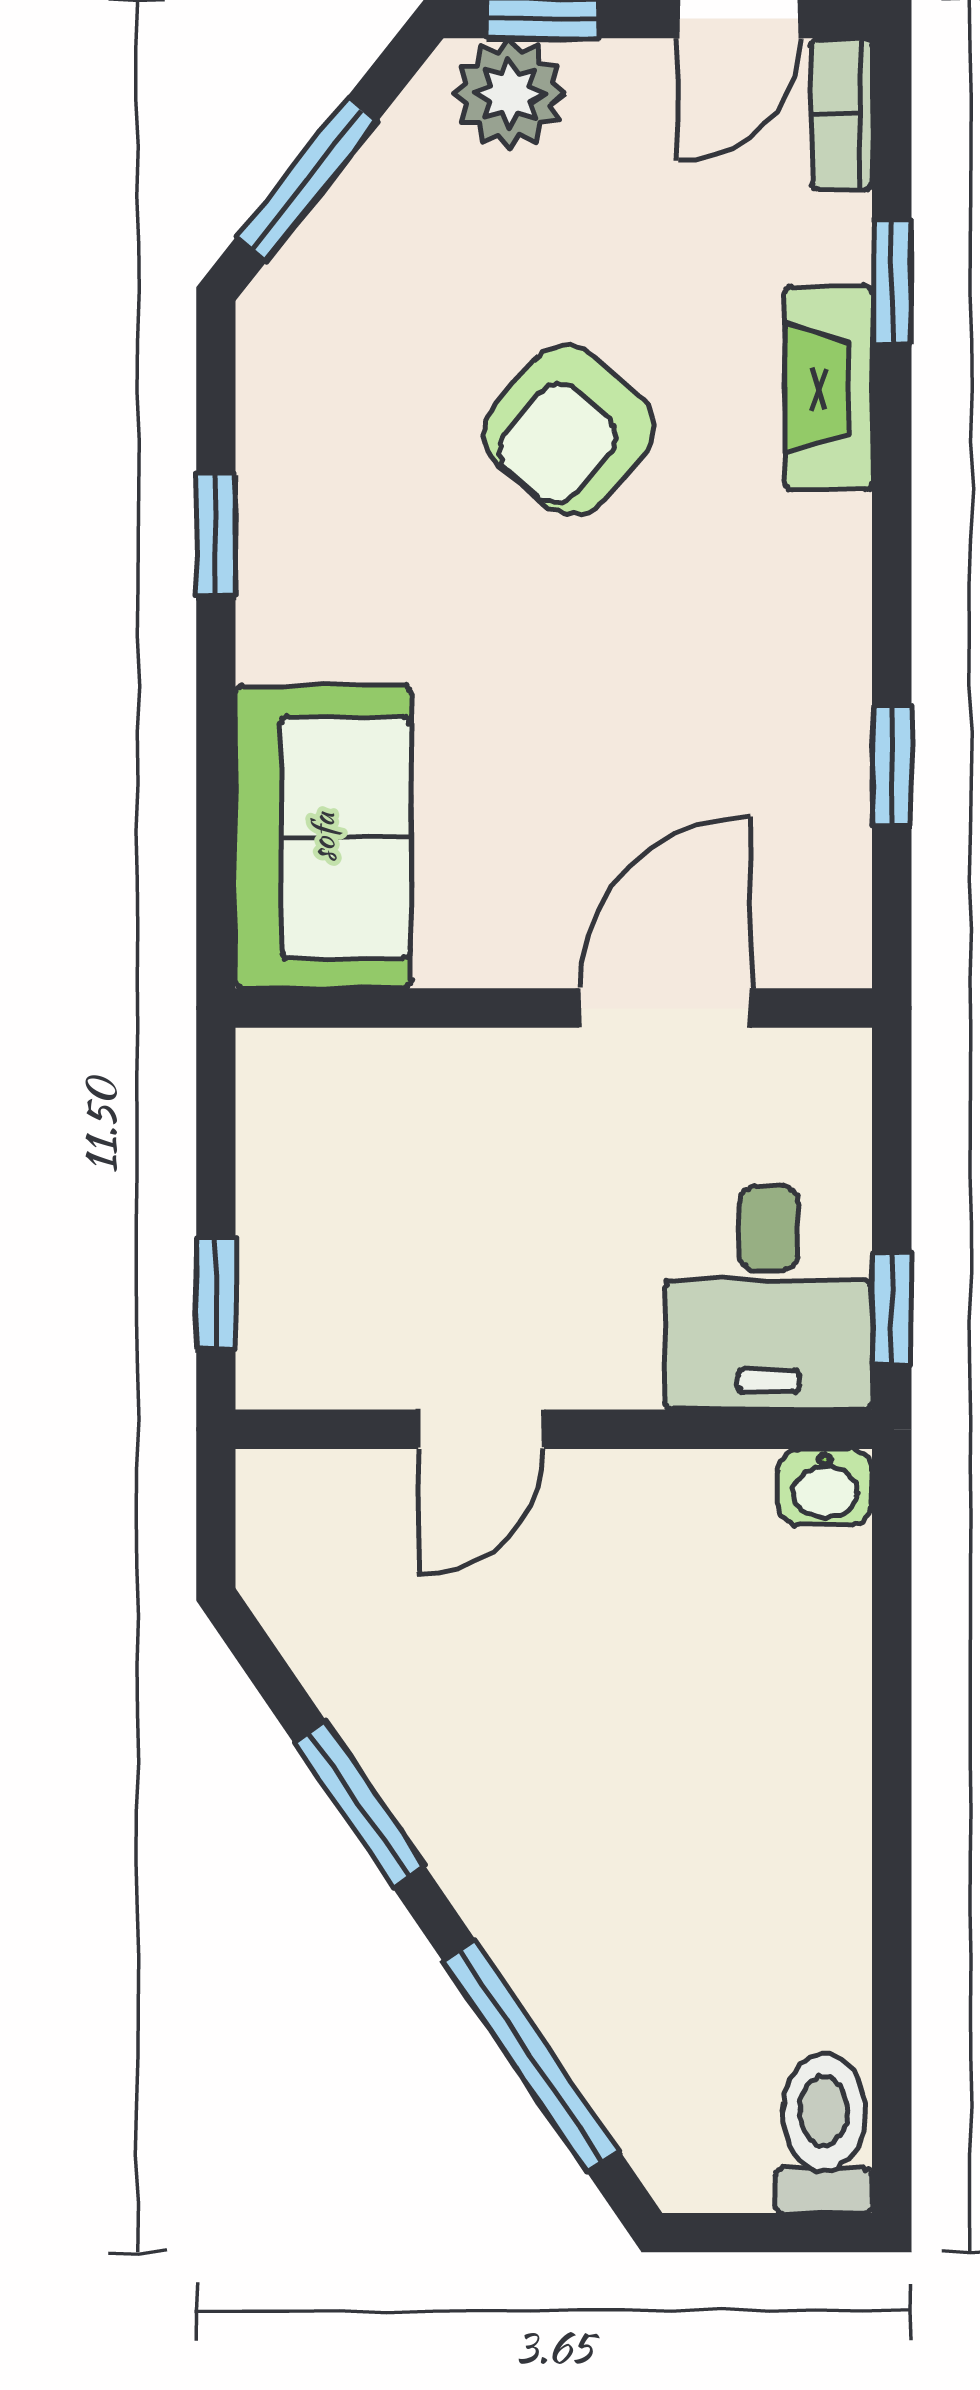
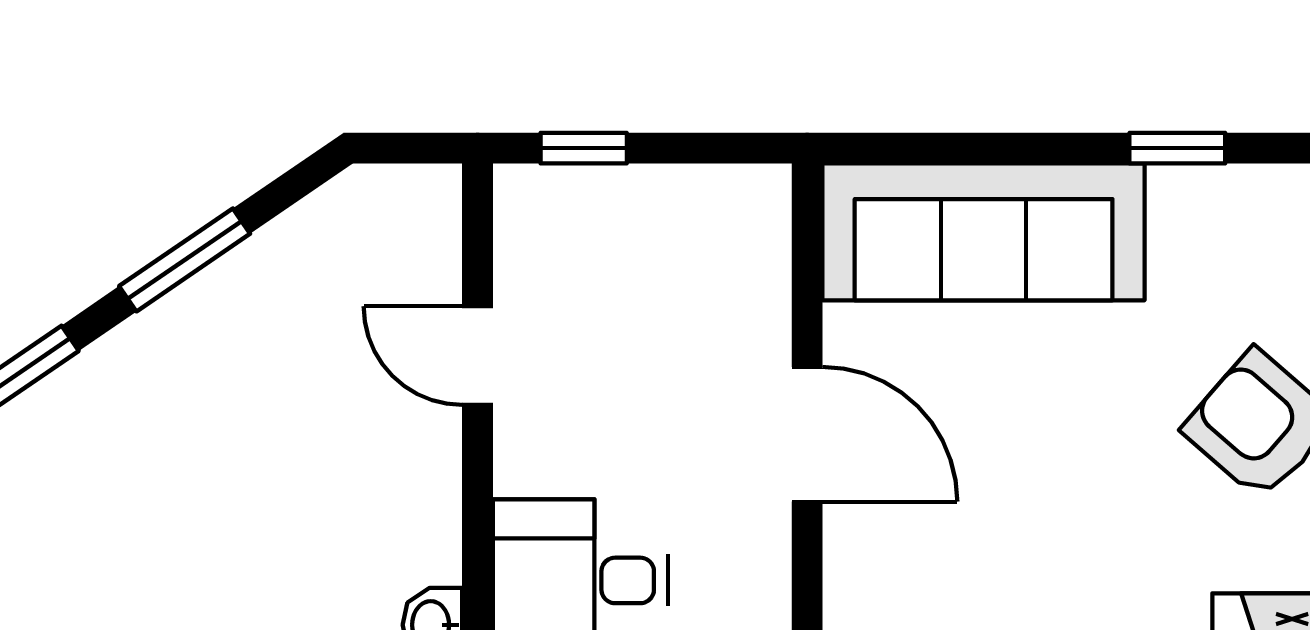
sofa: (323, 837) -> (984, 232), width x1.36
door: (665, 1008) -> (807, 434), moved

